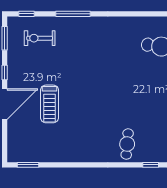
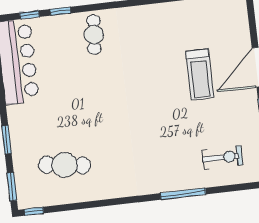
window: (27, 14) -> (243, 187), removed
treadmill: (50, 104) -> (200, 74), turned 180

